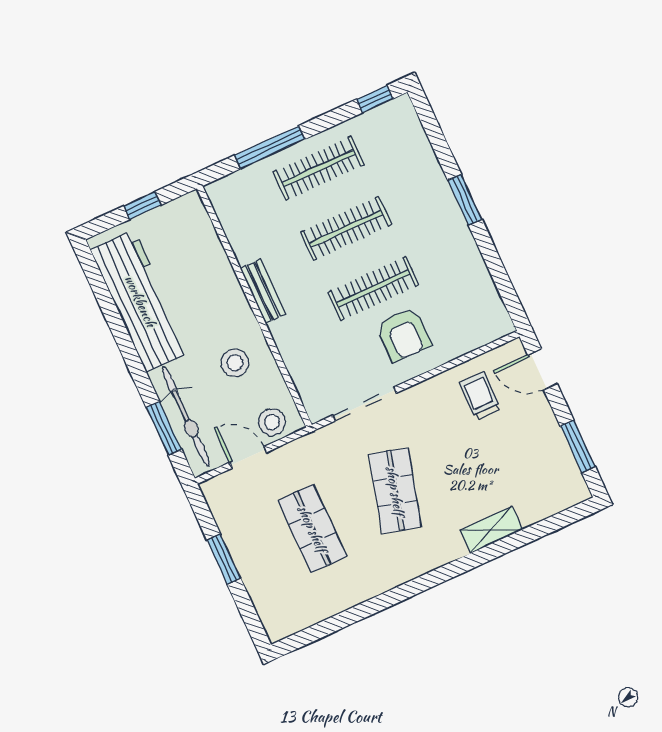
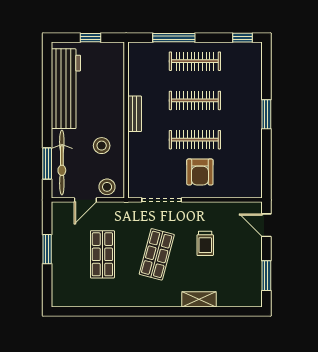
trolley: (480, 396) -> (205, 243), moved, turned 180
door: (248, 457) -> (85, 200), swing flipped

